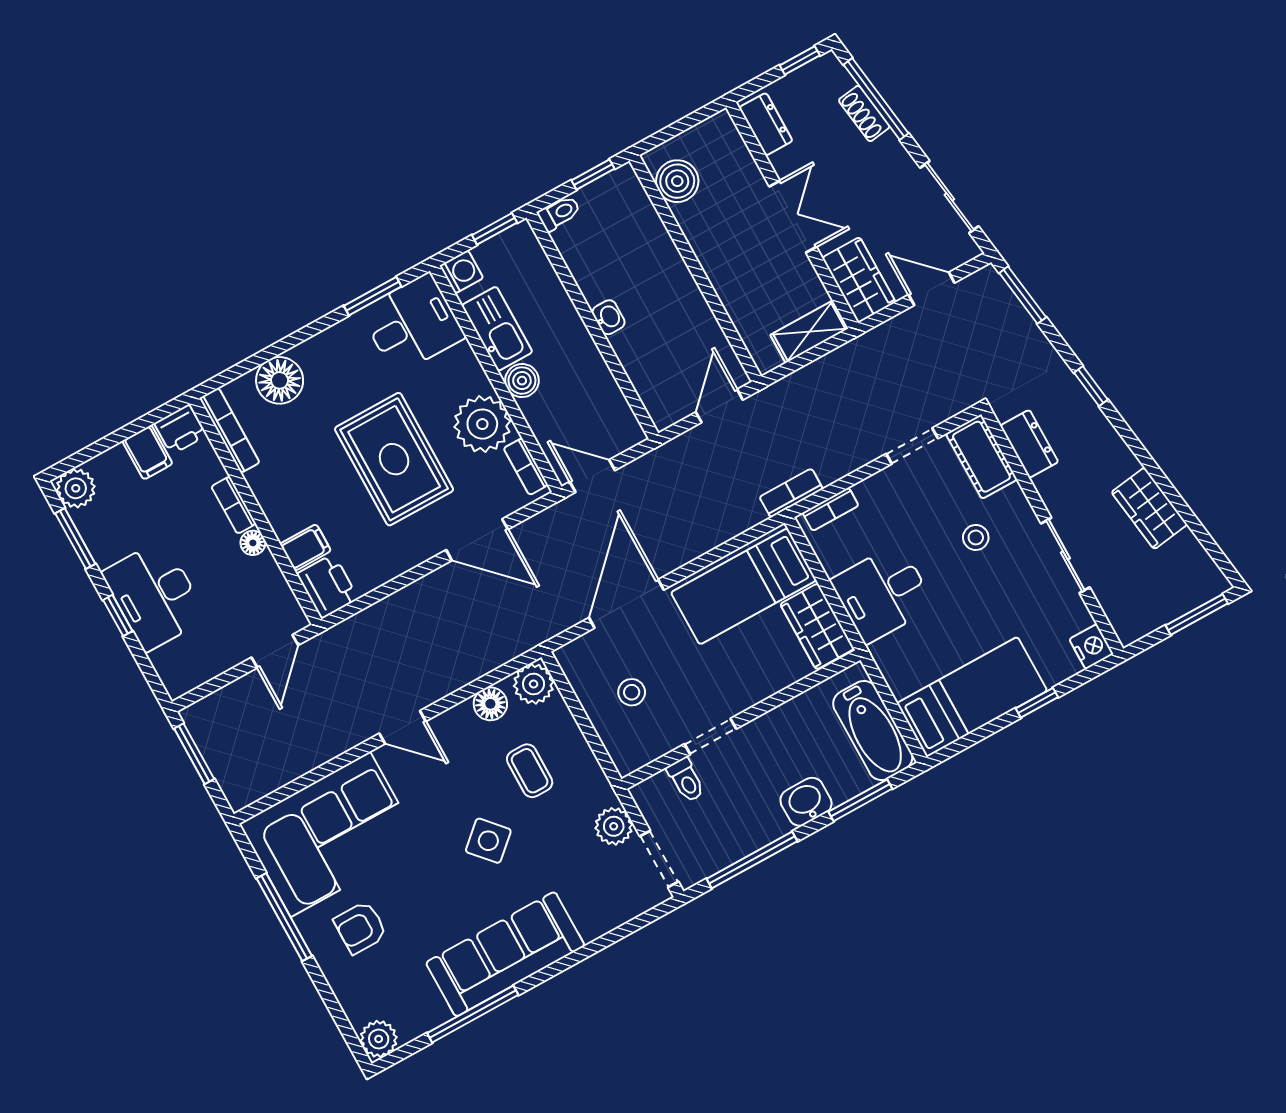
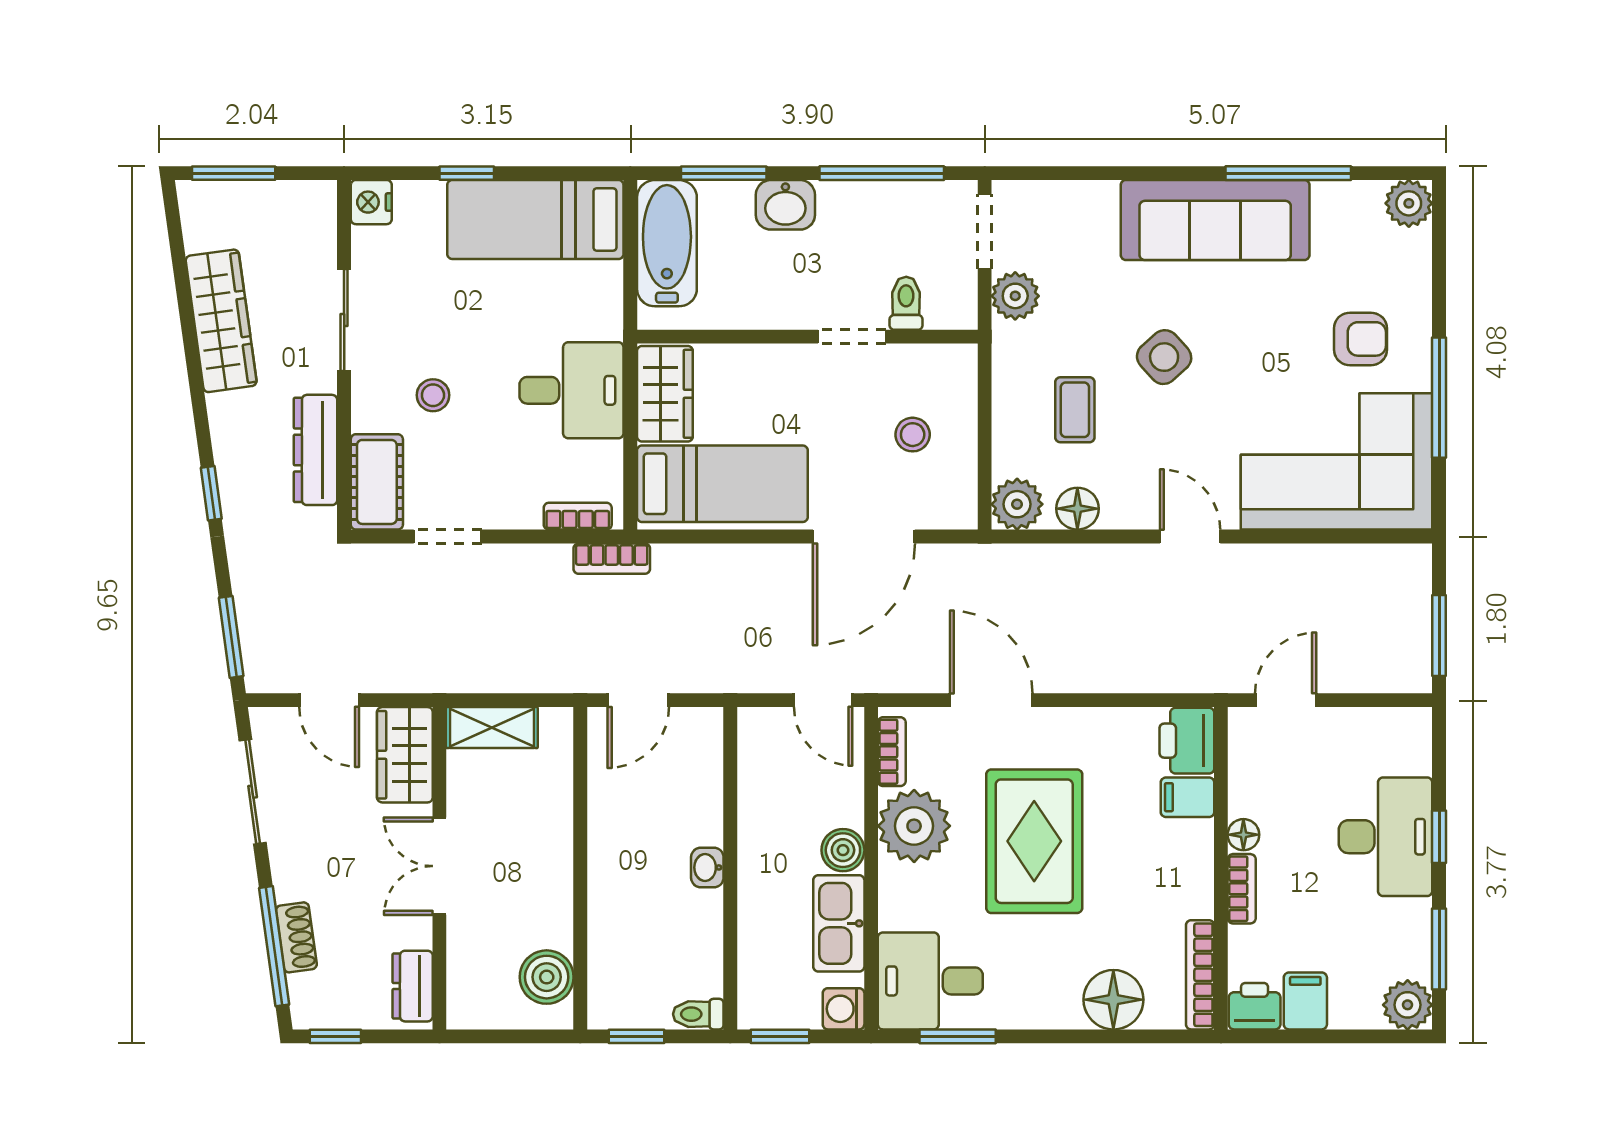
dresser: (1029, 444) -> (316, 450), width x1.44
wardrobe: (1149, 508) -> (221, 321), width x1.50

